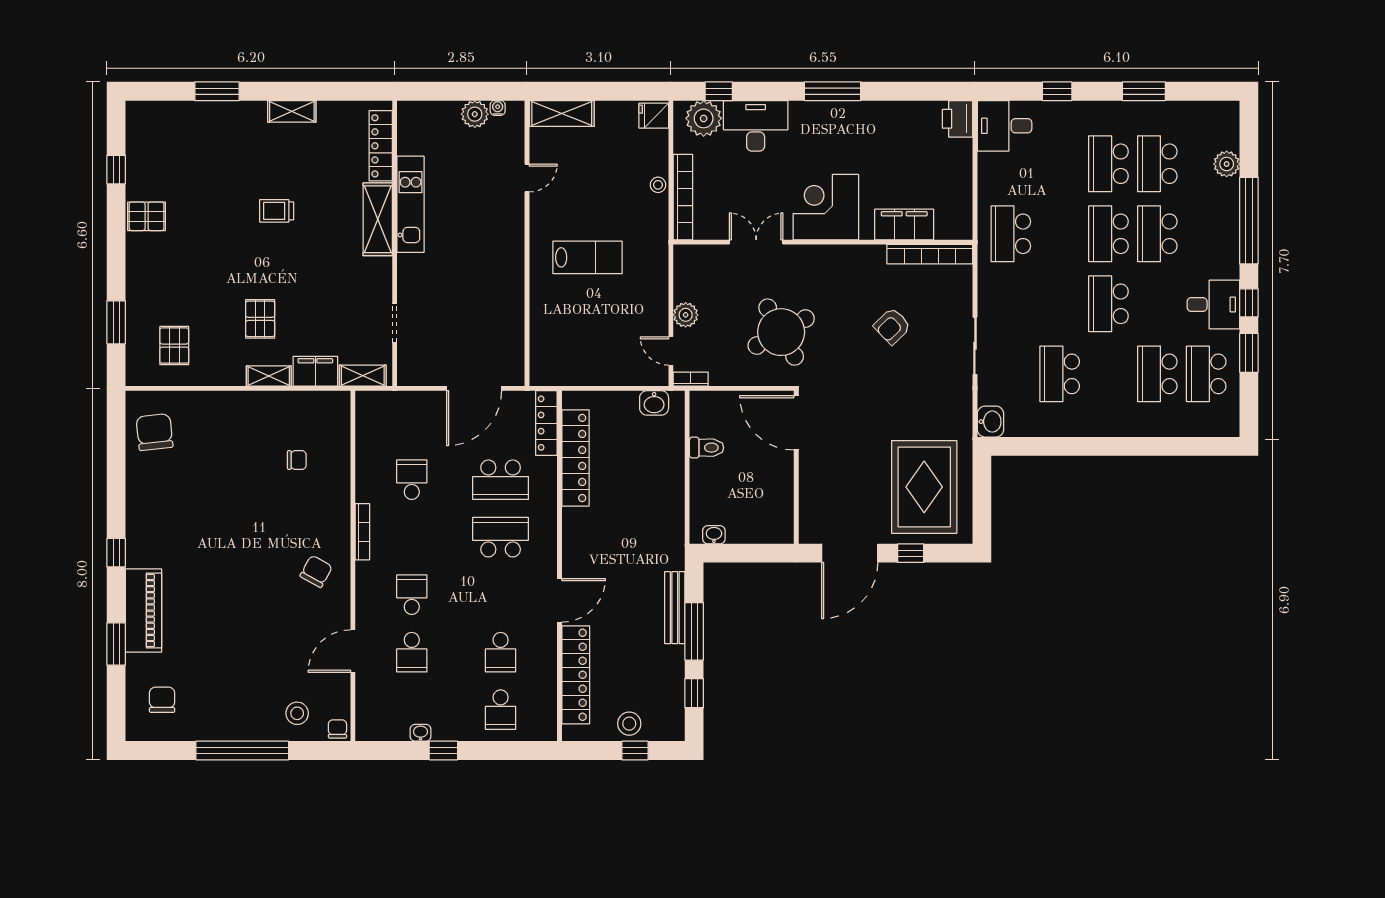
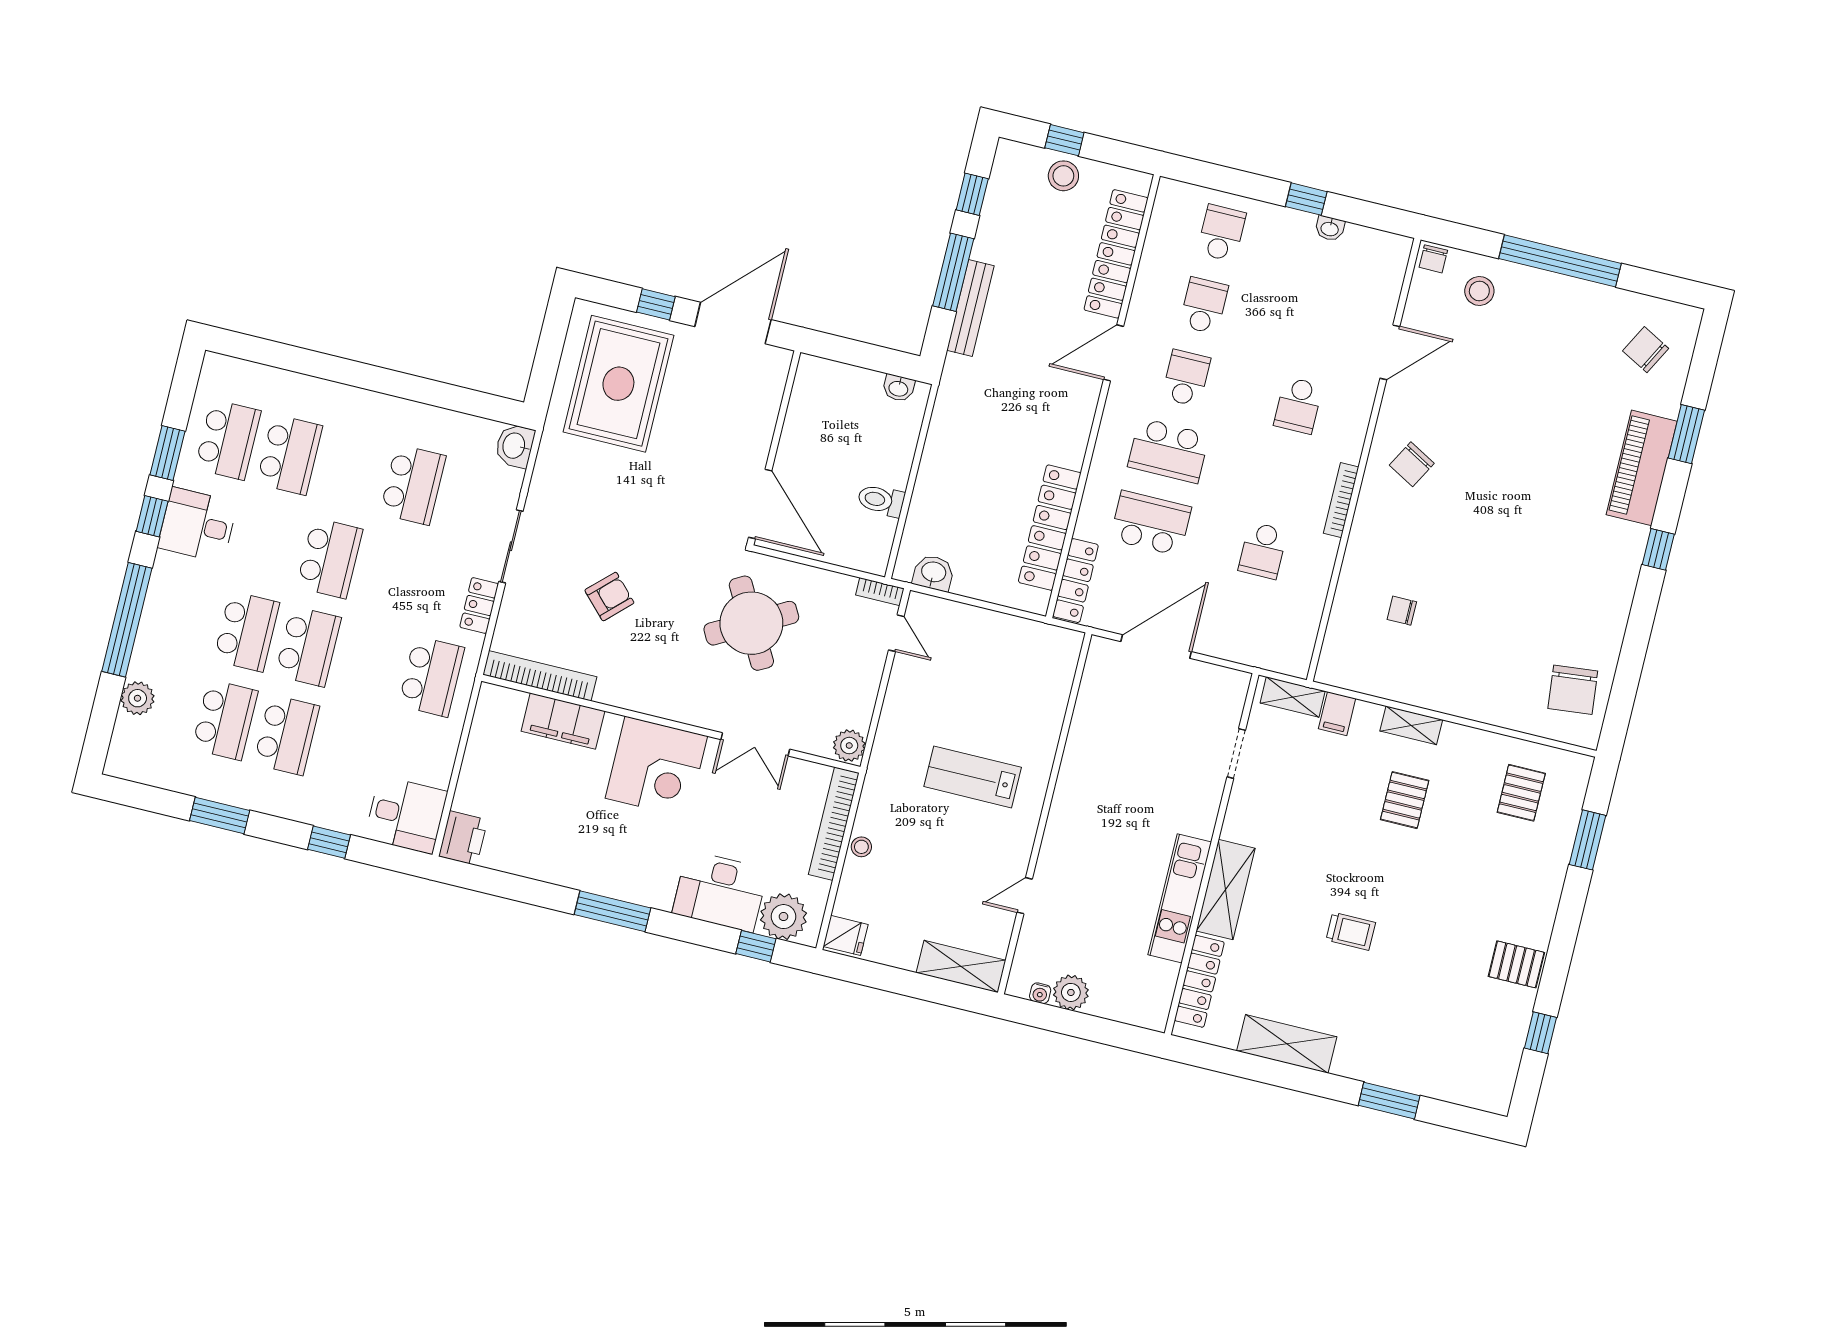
shelving: (292, 111) -> (1287, 1044), width x1.50, depth x1.33
locker: (988, 296) -> (479, 606), added
plant: (686, 315) -> (849, 746), moved
filing cabinet: (315, 371) -> (1337, 714), width x0.50
school desk: (412, 652) -> (1186, 378), moved
chair: (162, 700) -> (1646, 350), turned 118

